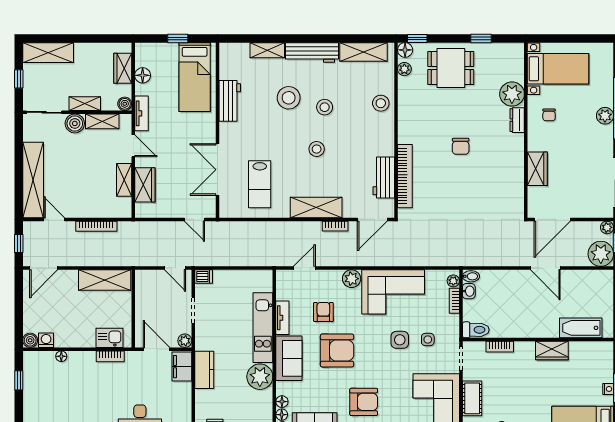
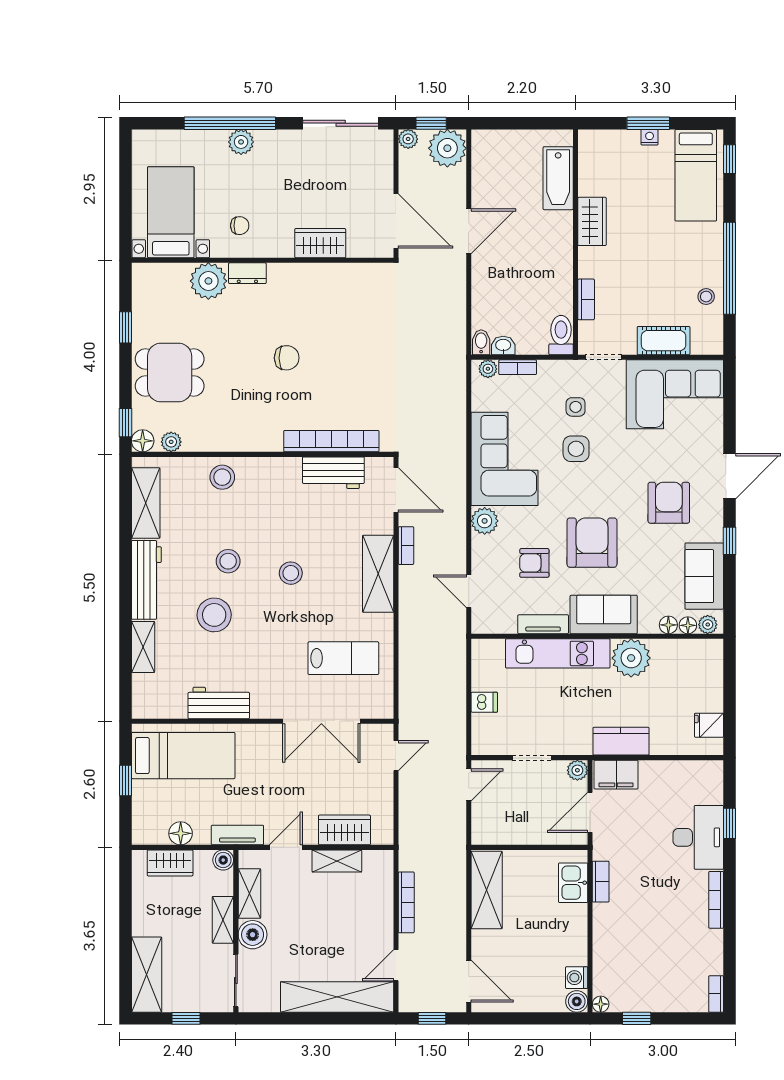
dining table: (451, 68) -> (170, 373), turned 90
dishwasher: (204, 276) -> (484, 702), moved, turned 90
floor lamp: (61, 356) -> (601, 1004), moved

